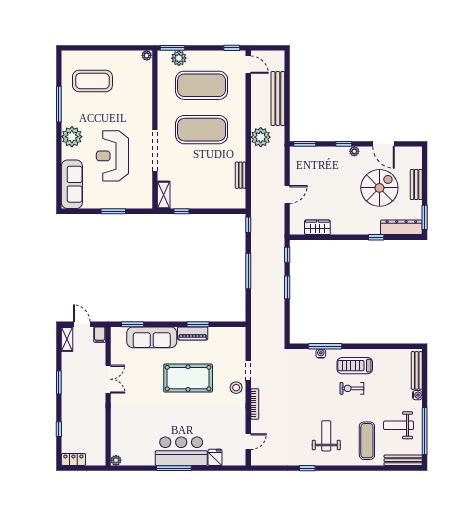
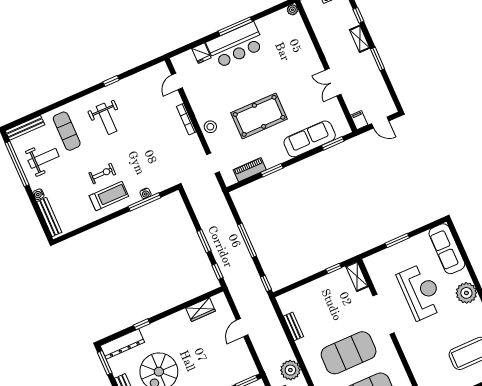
piano: (193, 333) -> (250, 170), moved
shelving: (67, 339) -> (360, 39), moved
doorway: (248, 371) -> (213, 163), moved

